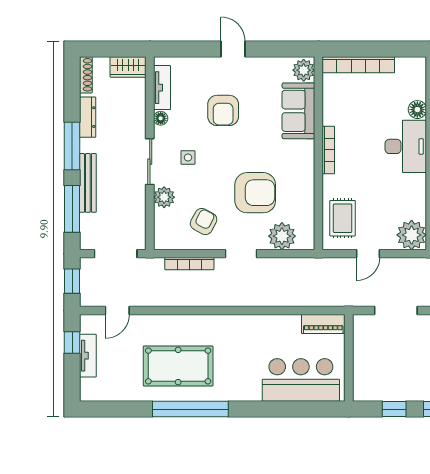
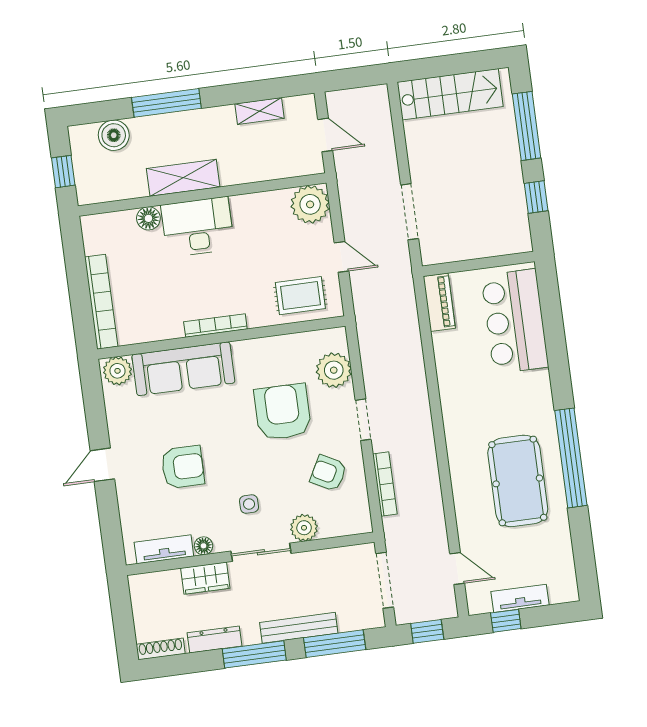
wardrobe: (128, 67) -> (205, 578), moved, turned 90
sofa: (298, 111) -> (183, 369), width x1.36

